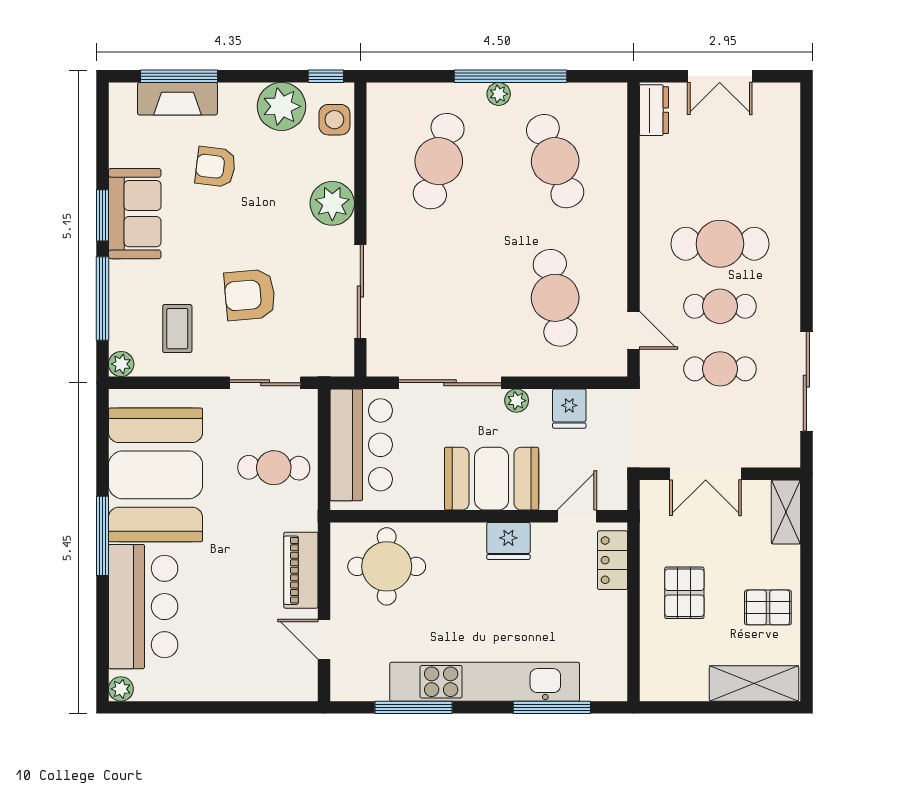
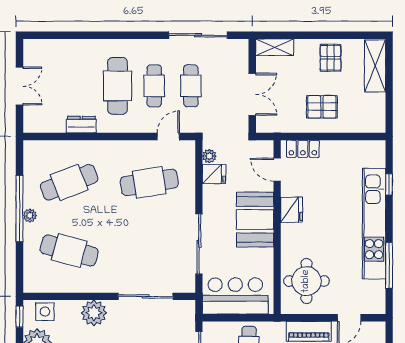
dresser: (654, 110) -> (81, 125), moved
plant: (517, 401) -> (209, 156), moved
window: (552, 707) -> (389, 184), width x0.46

